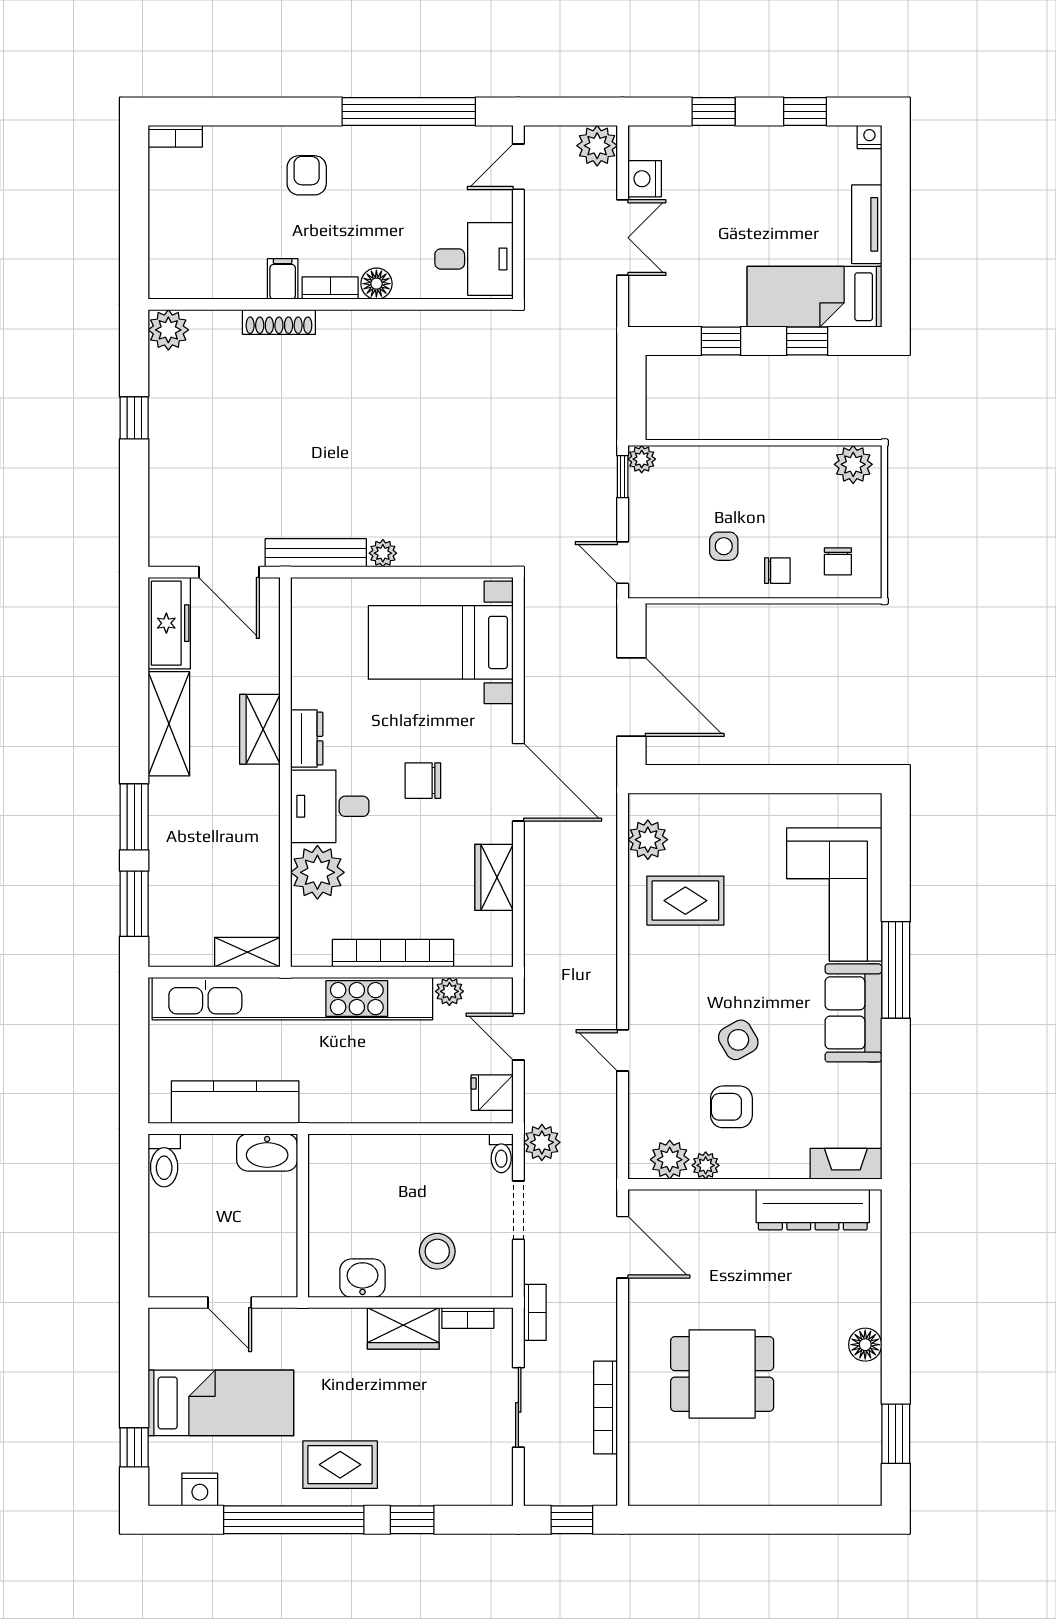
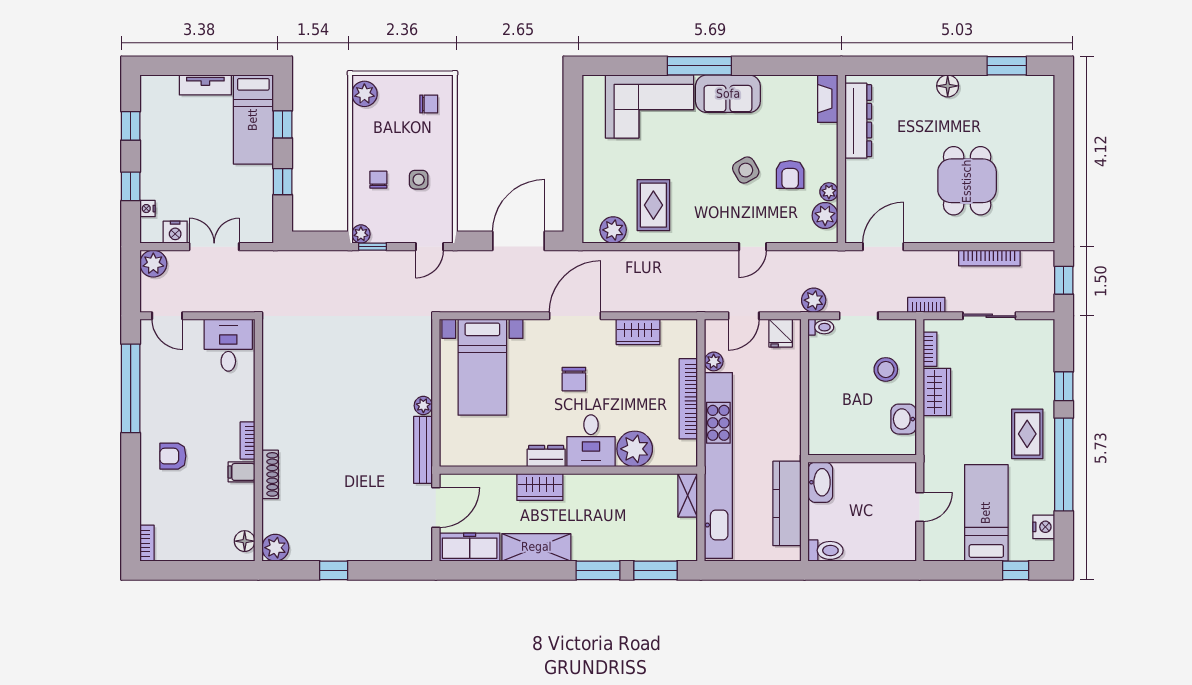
nightstand: (869, 137) -> (147, 209), moved
floor lamp: (376, 284) -> (245, 541), moved
chair: (777, 571) -> (378, 180), moved

